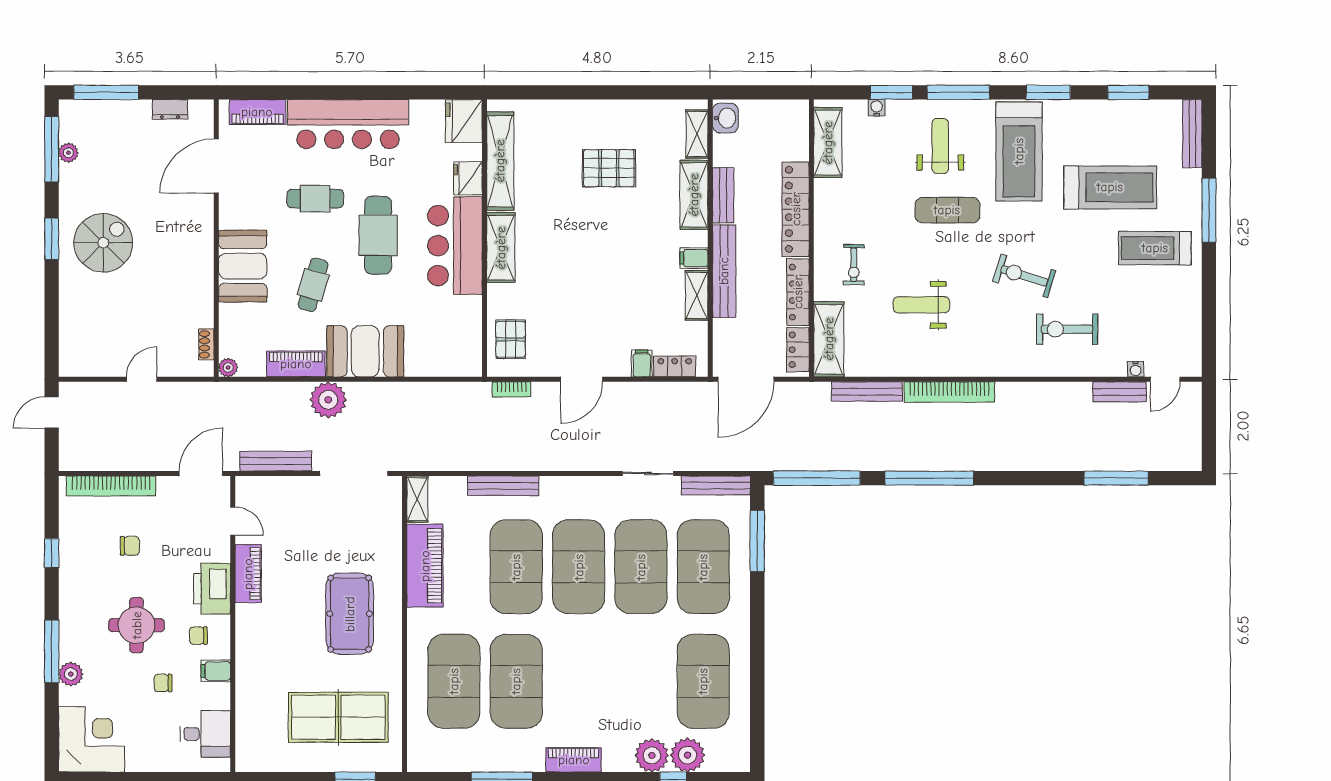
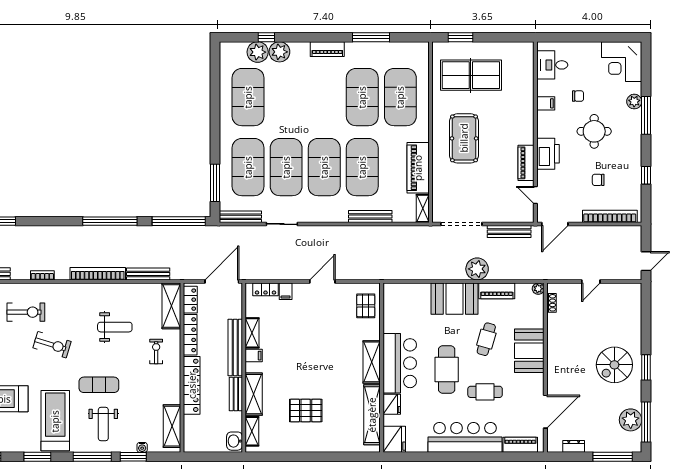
plant: (68, 153) -> (631, 420), width x1.88, depth x1.88
bookcase: (511, 389) -> (42, 275), moved
chair: (198, 636) -> (556, 125), removed

